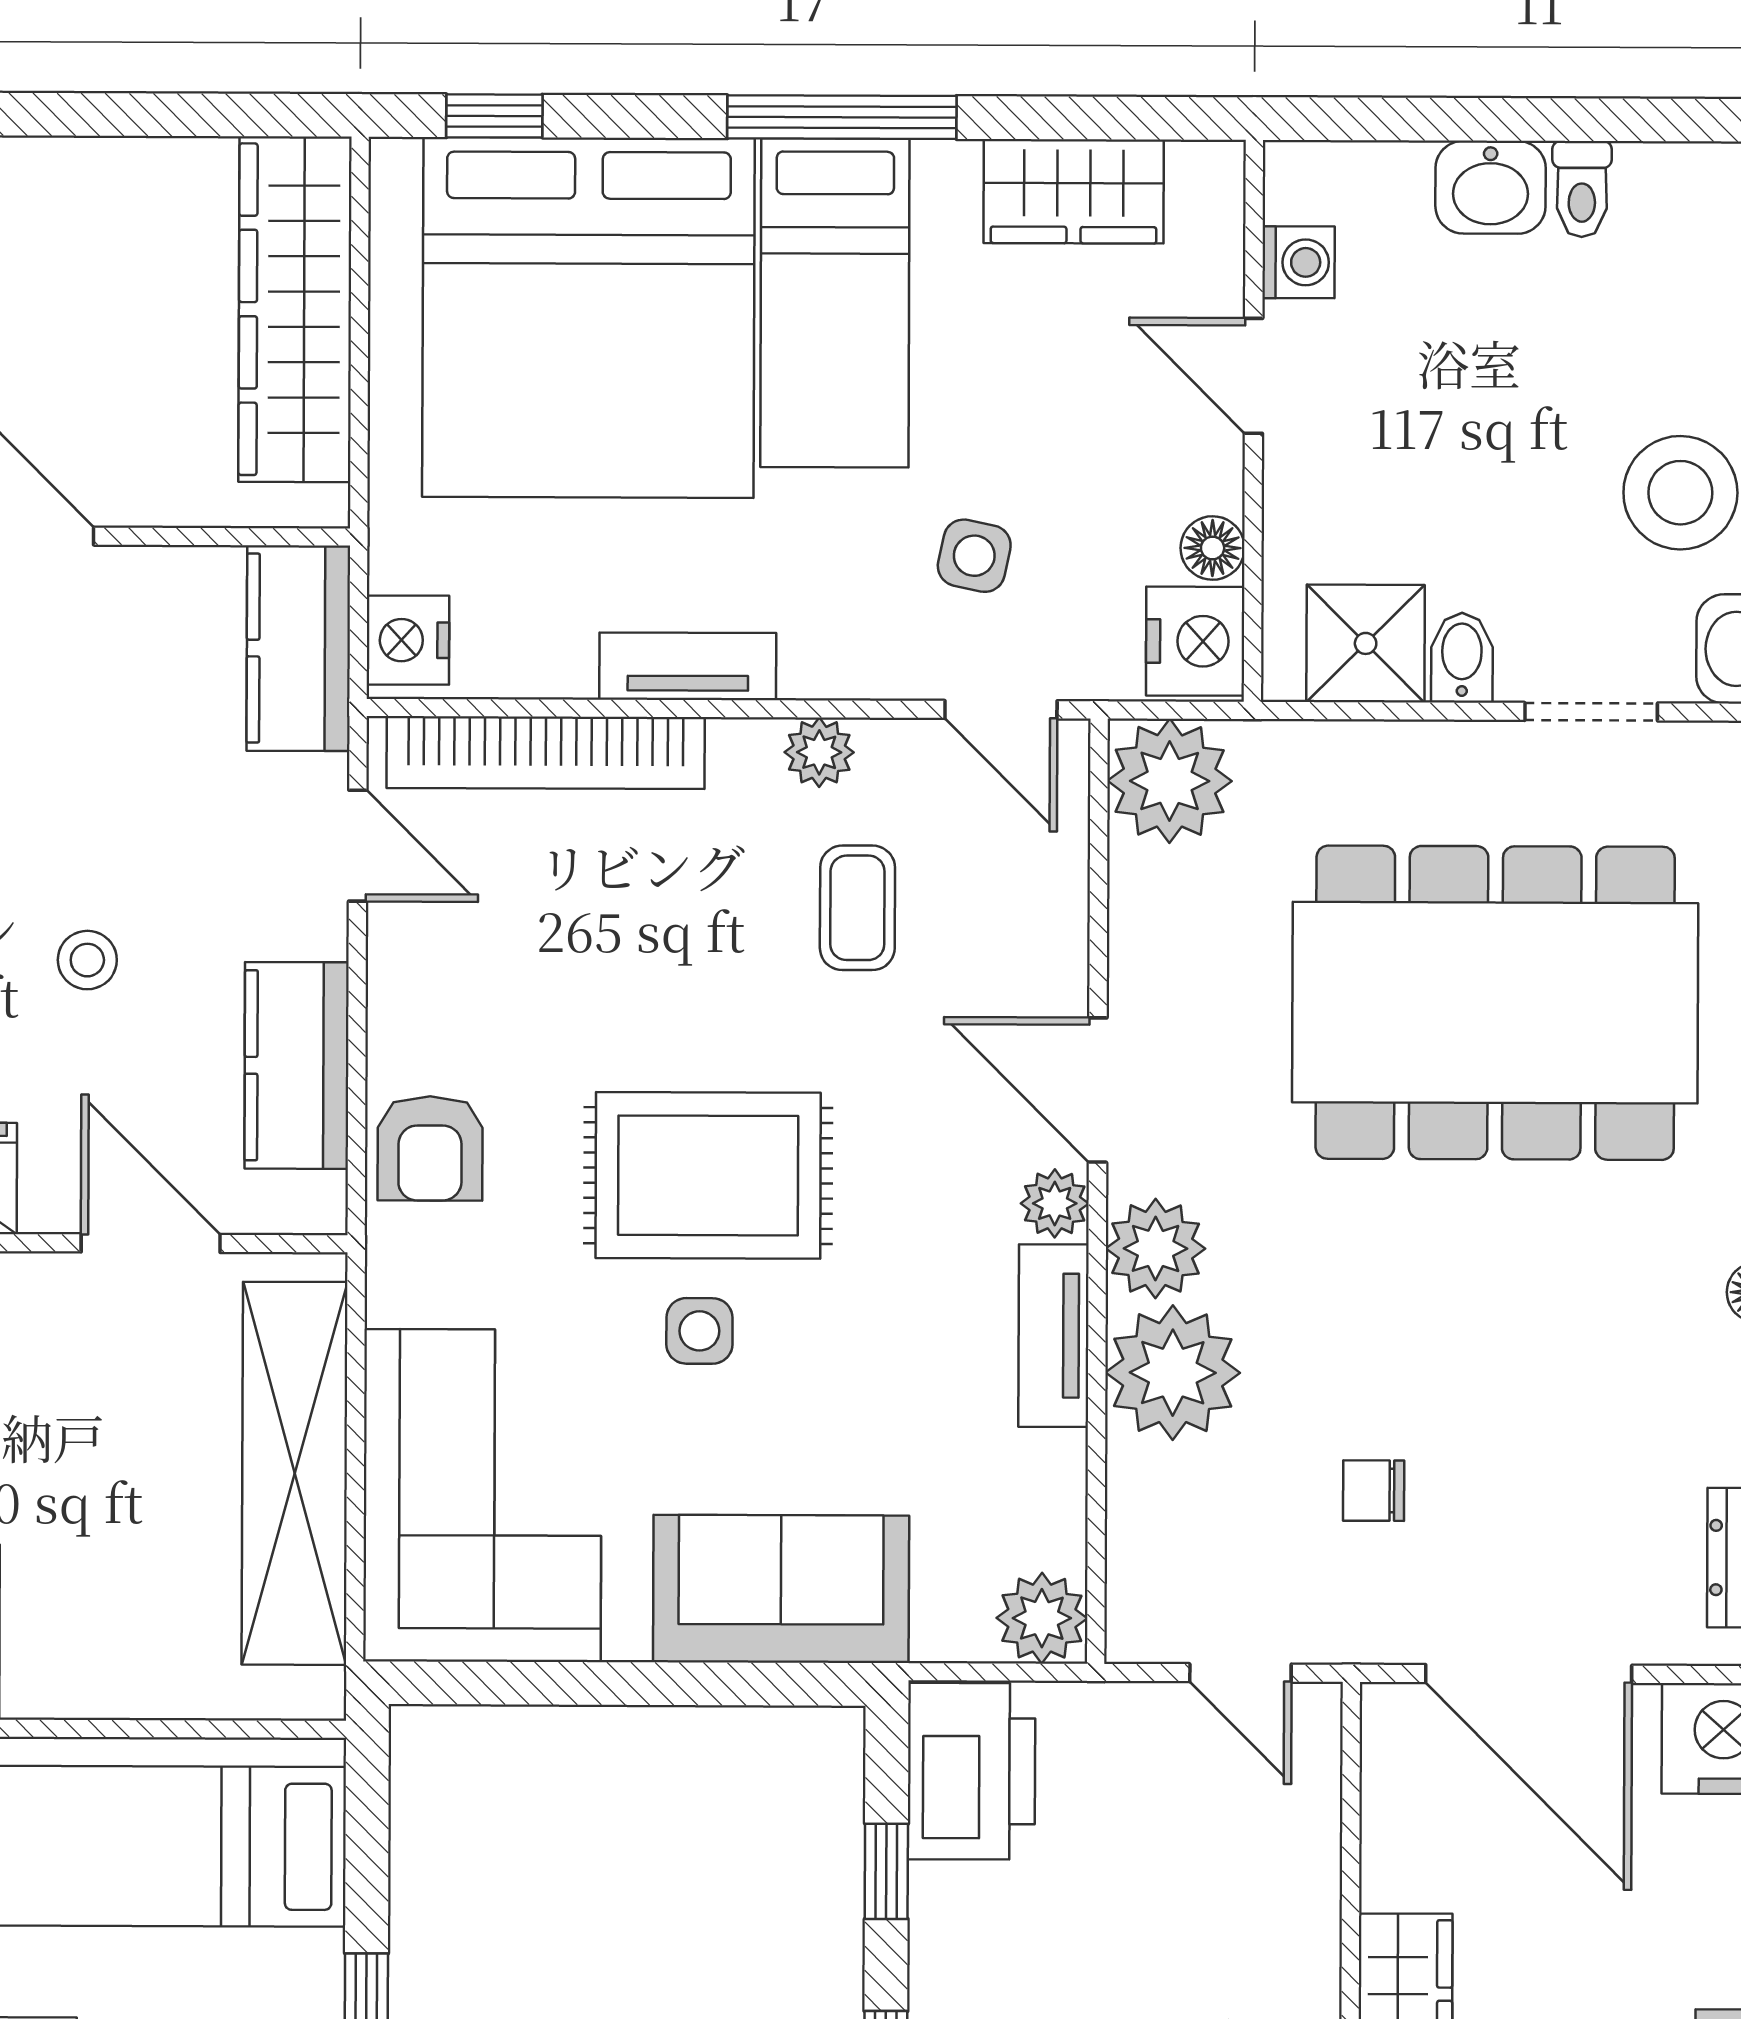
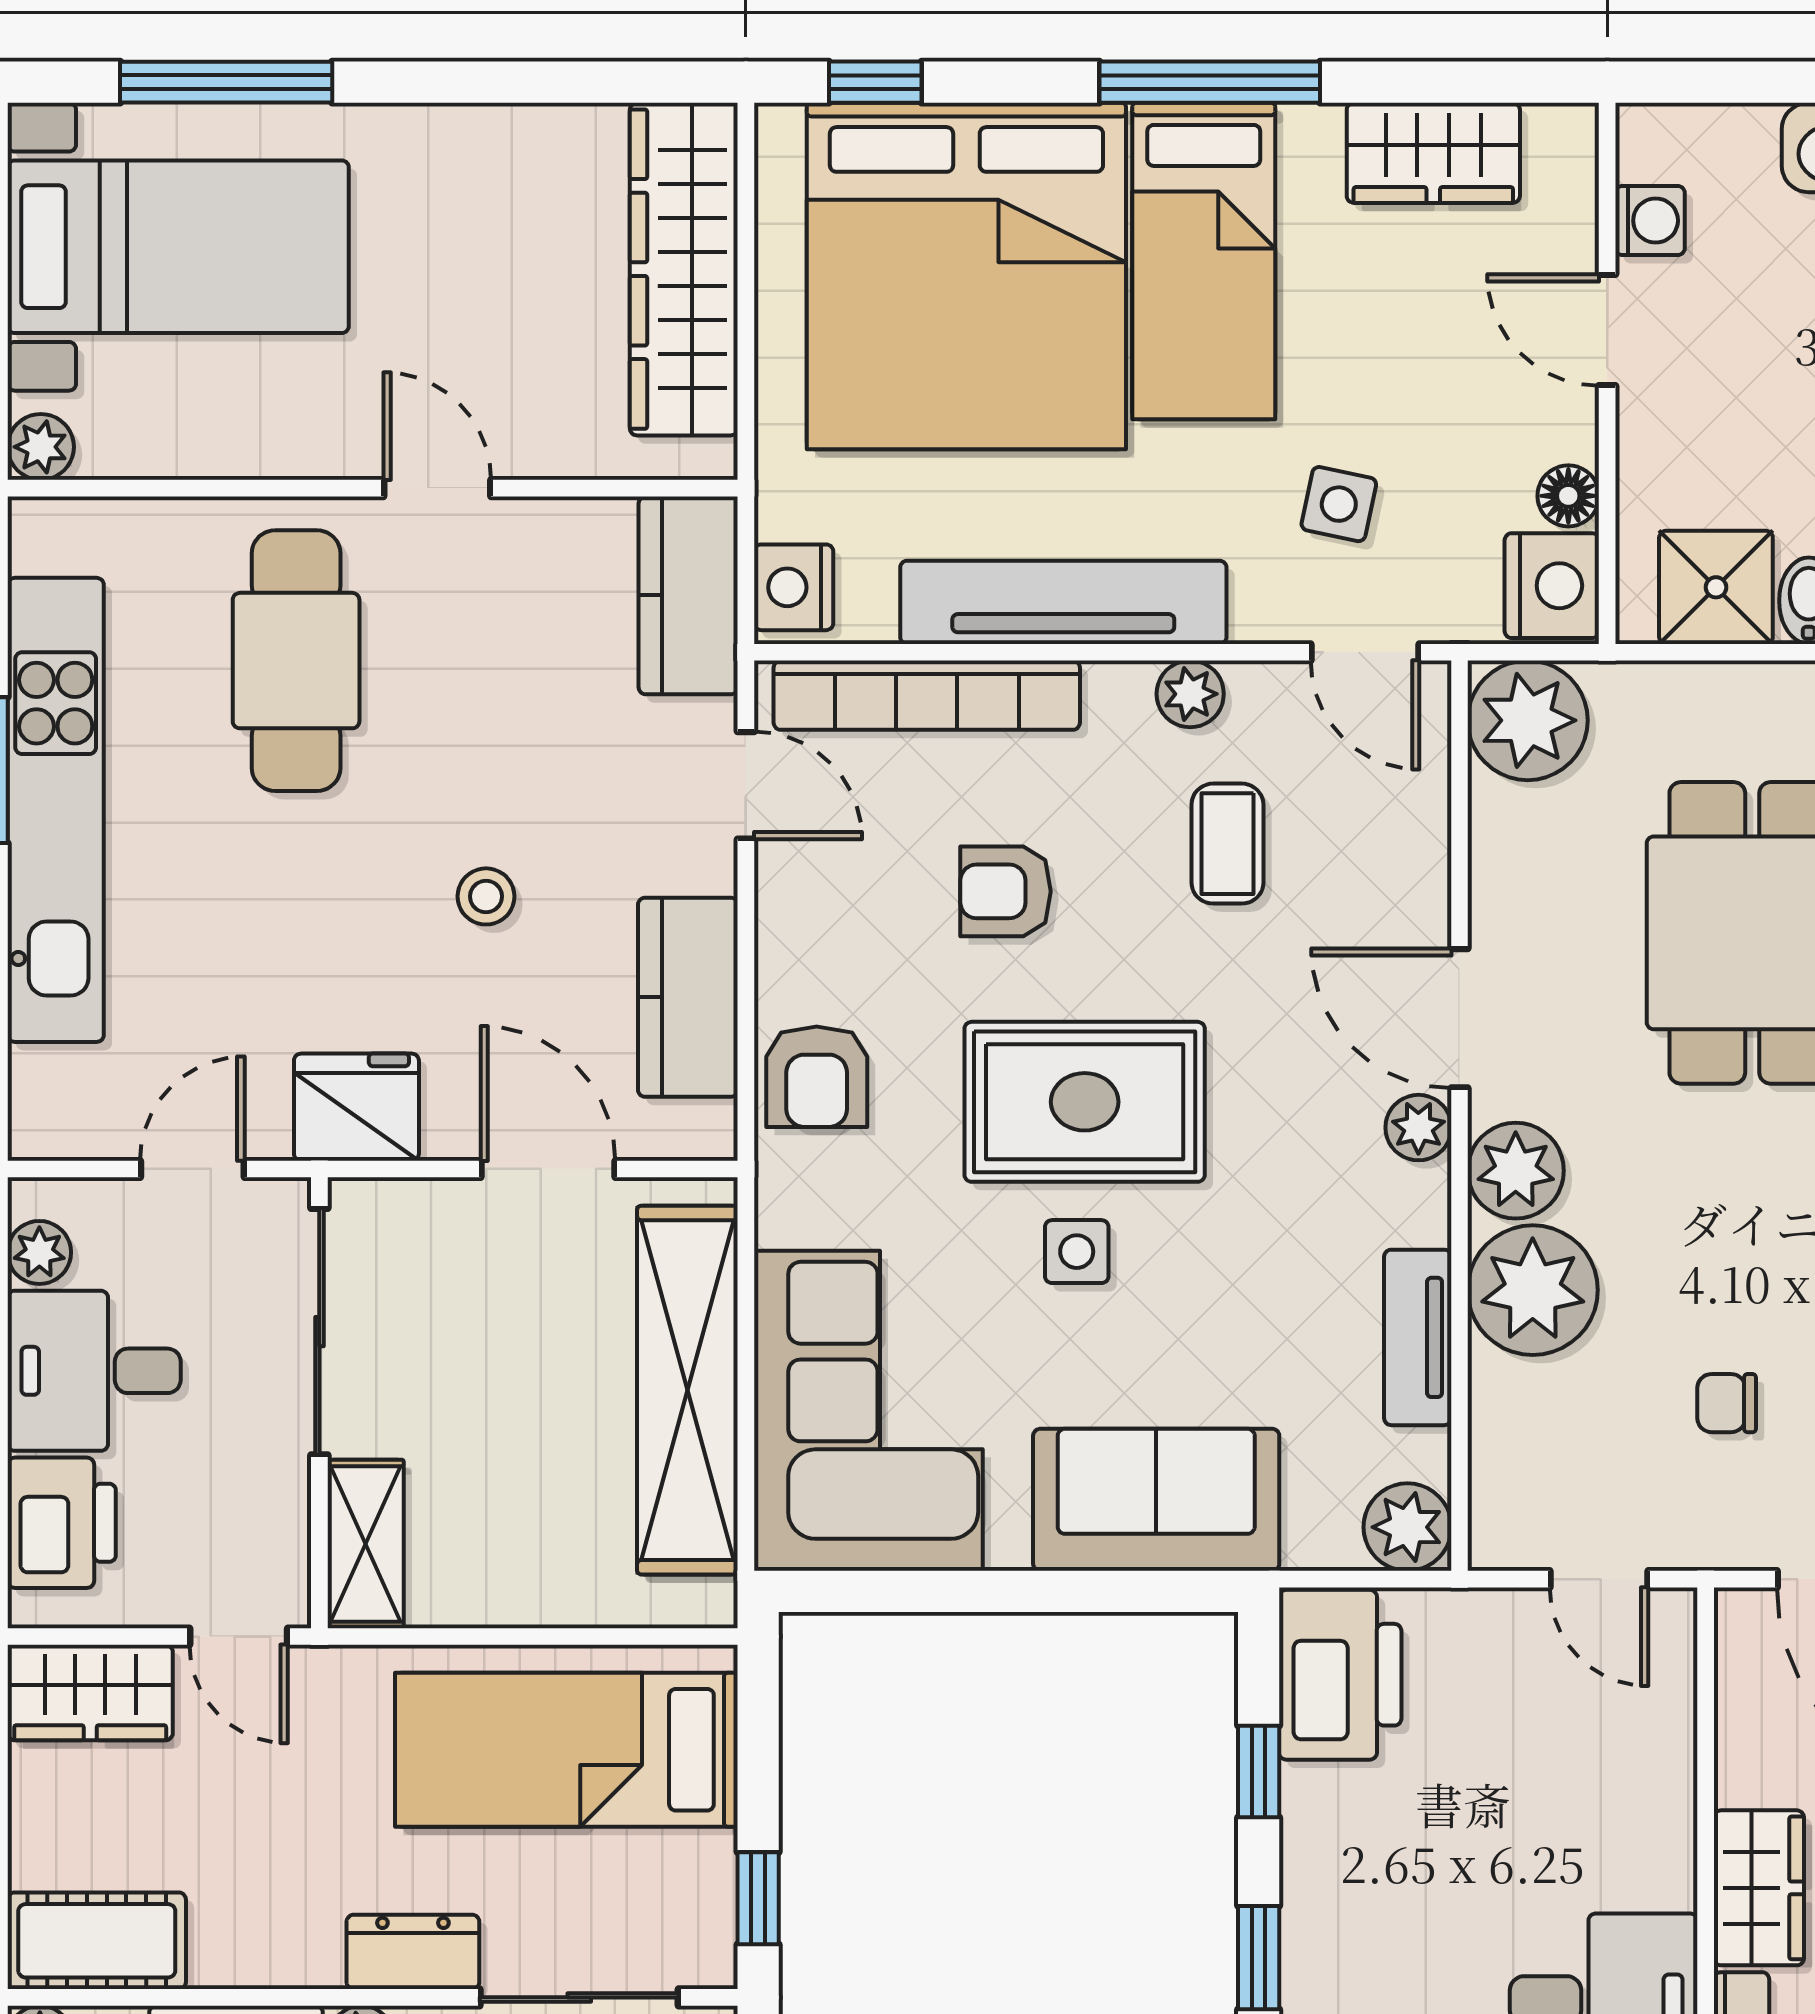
tv unit: (688, 666) -> (1063, 602), width x1.92, depth x1.29
armchair: (627, 957) -> (1005, 891), added
tv unit: (1054, 1336) -> (1418, 1337), moved

